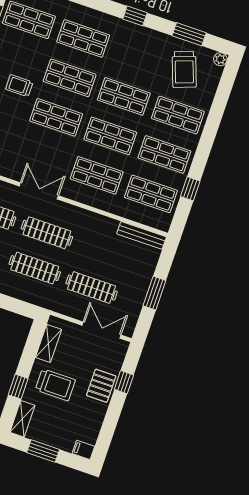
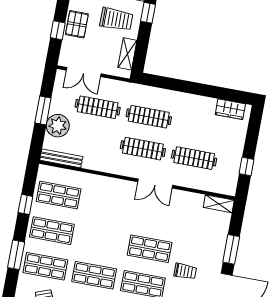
window: (209, 133) -> (16, 255), added
shop shelf: (110, 136) -> (101, 240), removed
shop shelf: (97, 175) -> (107, 204), removed
plant: (140, 273) -> (58, 126), added
trolley: (55, 385) -> (116, 19), turned 180

